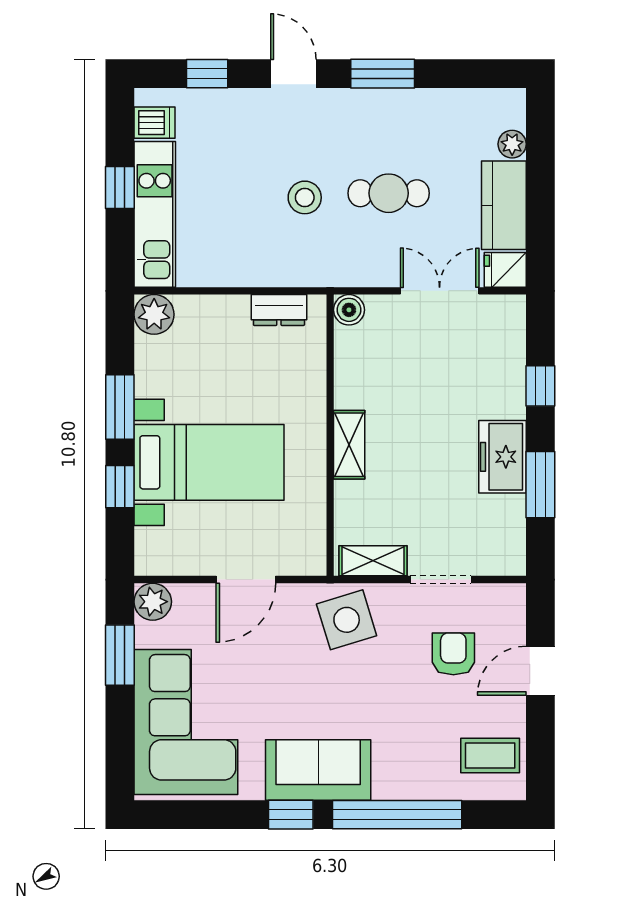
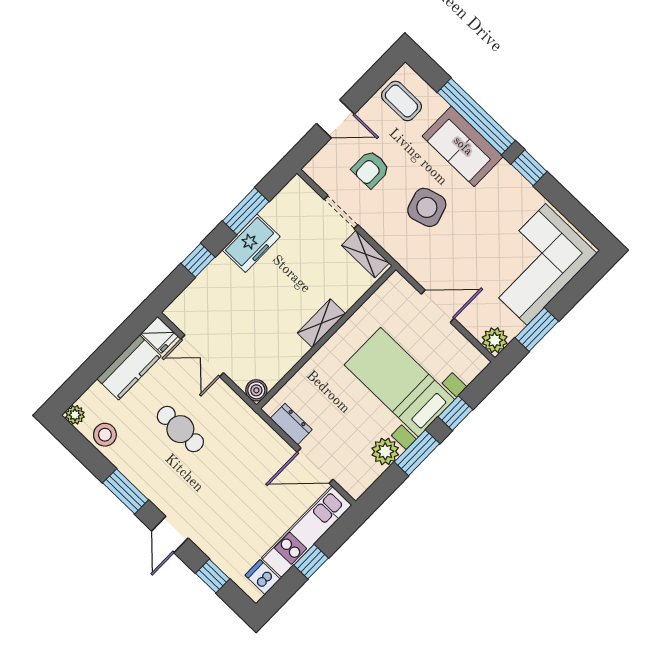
plant: (512, 144) -> (75, 415), moved
stool: (305, 197) -> (105, 435), moved
door: (212, 291) -> (315, 466), added
plant: (154, 314) -> (385, 451), moved
side table: (347, 620) -> (427, 207), moved
sofa: (318, 770) -> (463, 146), moved

